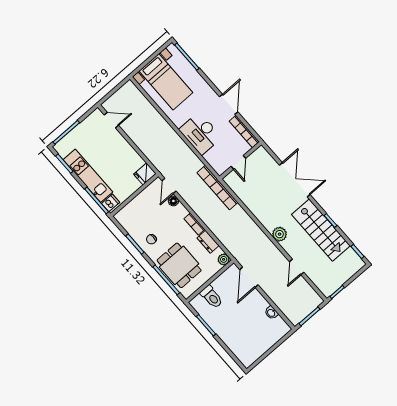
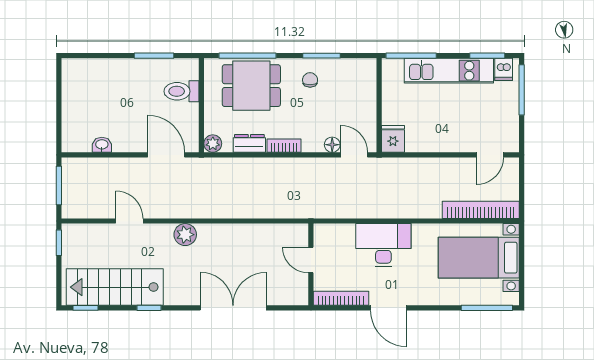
double door: (295, 180) -> (233, 308), swing flipped
bookcase: (217, 188) -> (481, 210), moved
dishwasher: (111, 203) -> (504, 69), moved
stairs: (321, 230) -> (115, 287), moved

